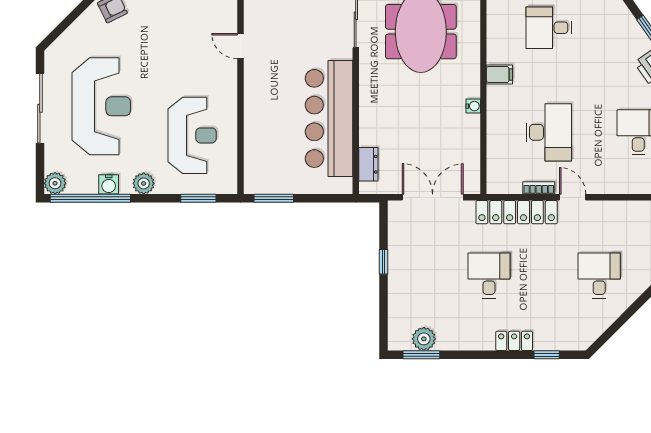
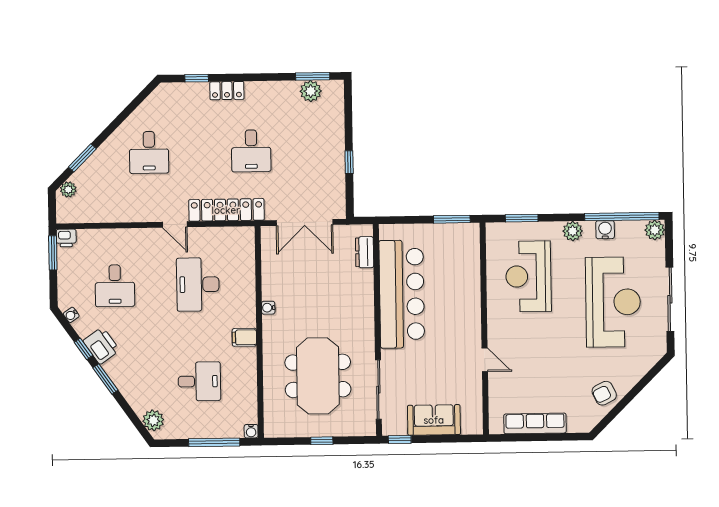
reception desk: (101, 106) -> (613, 302), turned 180
bookcase: (539, 188) -> (206, 233), removed

